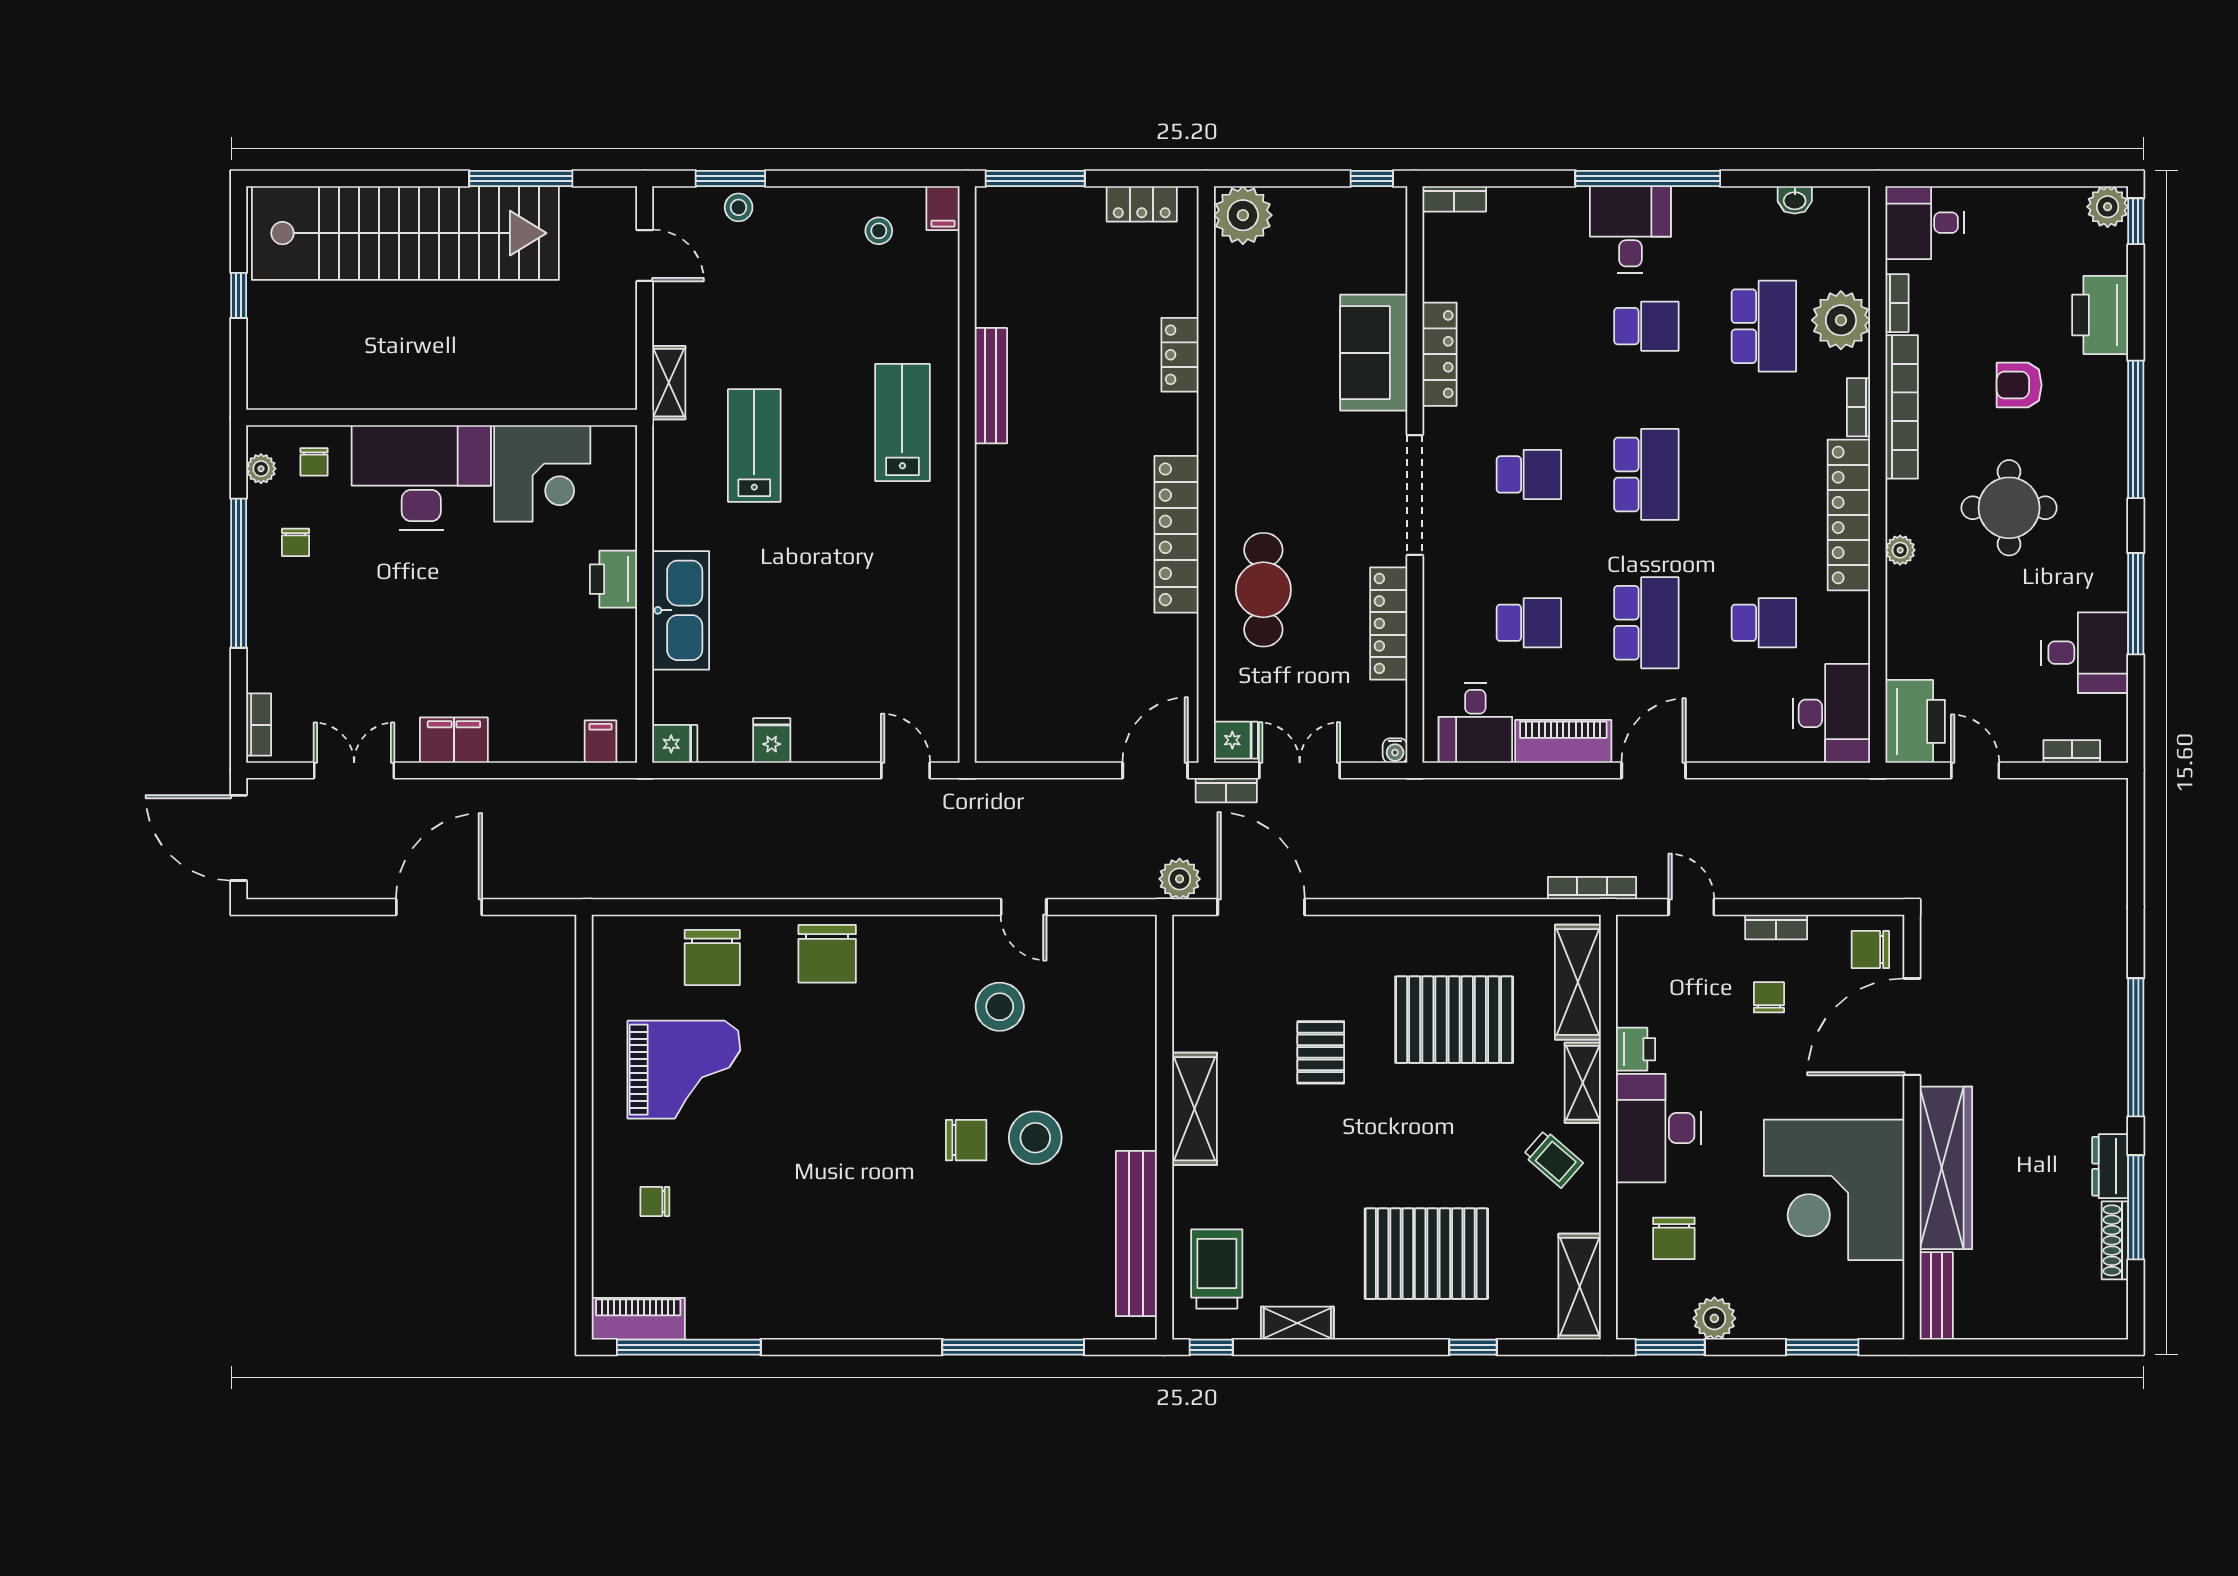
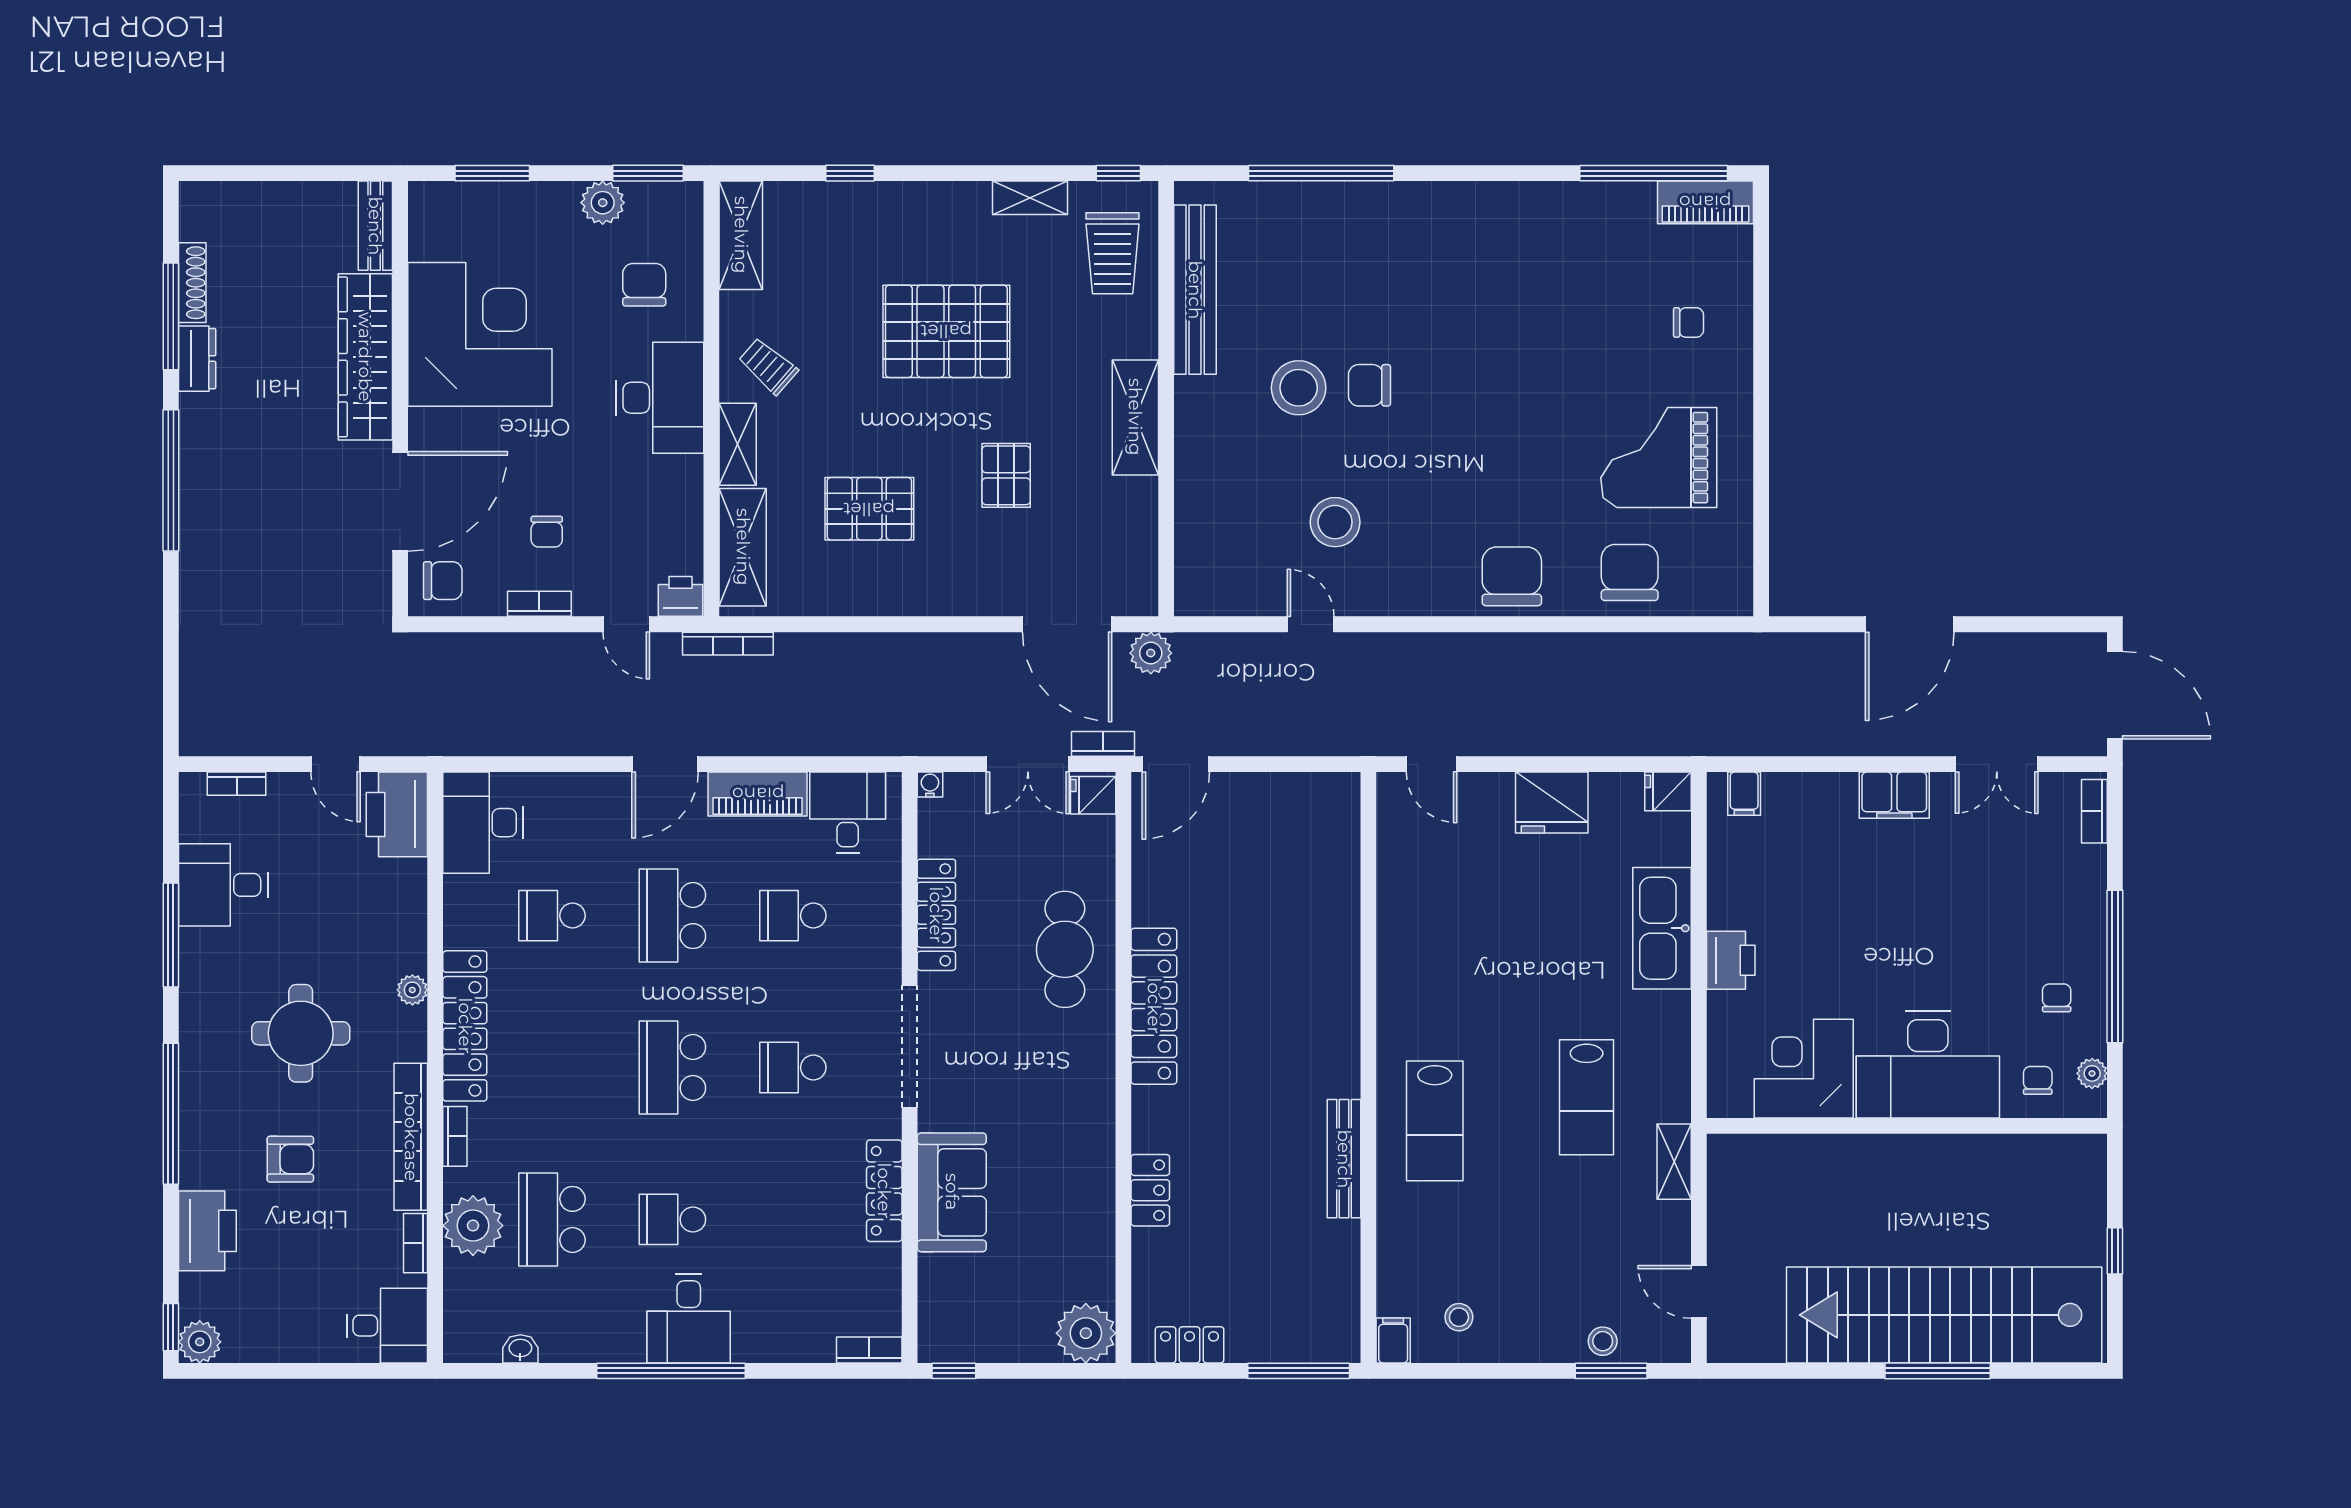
window: (521, 179) -> (1938, 1371), moved
fridge: (772, 741) -> (1552, 803), width x1.88, depth x1.34
pallet: (1454, 1020) -> (869, 509), width x0.73, depth x0.71
printer: (1636, 1049) -> (680, 596), moved, turned 90
pallet: (1426, 1254) -> (946, 331), moved

